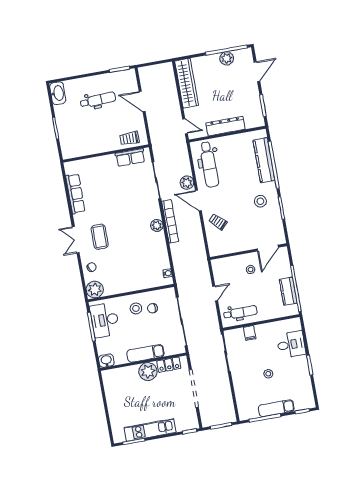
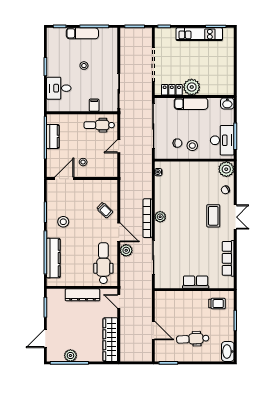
trolley: (129, 138) -> (217, 304), moved
row of seats: (130, 157) -> (196, 282), moved

